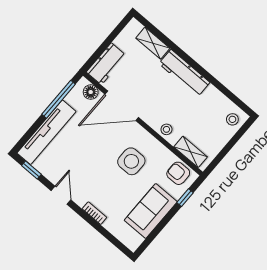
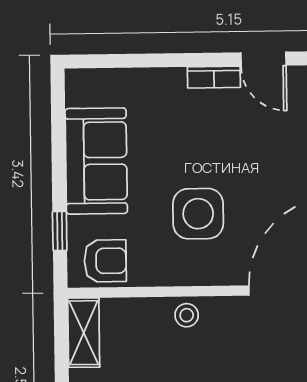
shelving: (191, 152) -> (84, 333), moved, turned 90
bookcase: (94, 213) -> (214, 77), moved

